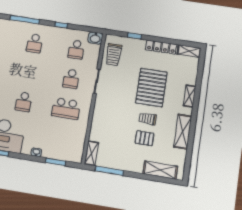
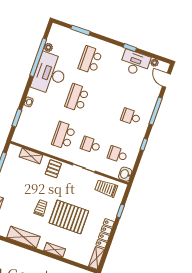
school desk: (24, 102) -> (77, 98), width x1.85
pallet: (145, 138) -> (53, 169), moved
shelving: (91, 153) -> (31, 156), moved

